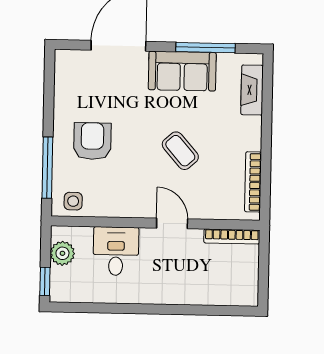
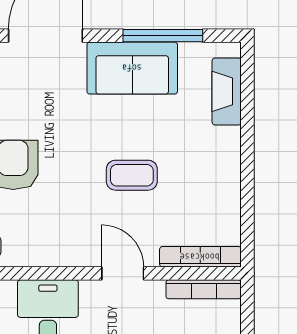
coffee table: (180, 151) -> (132, 175), turned -49
bookcase: (253, 182) -> (200, 257), moved, turned 90

